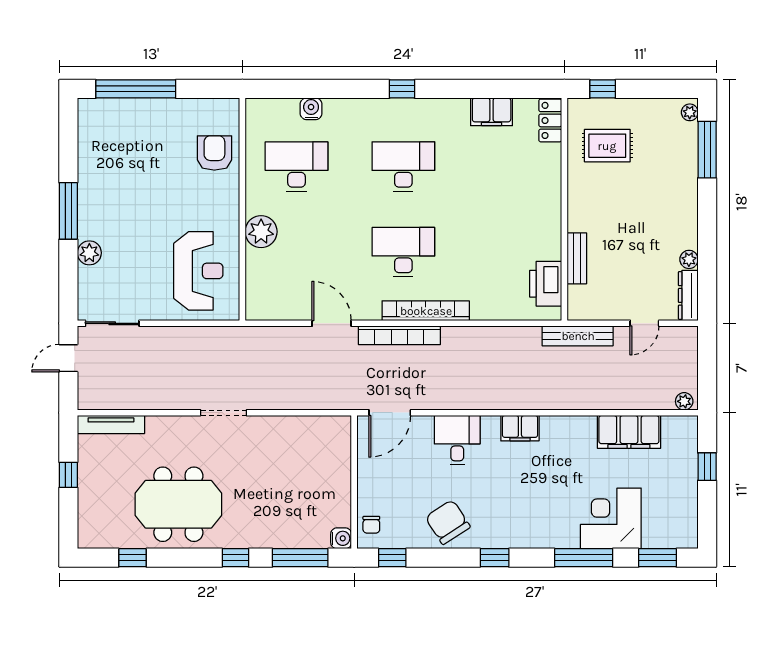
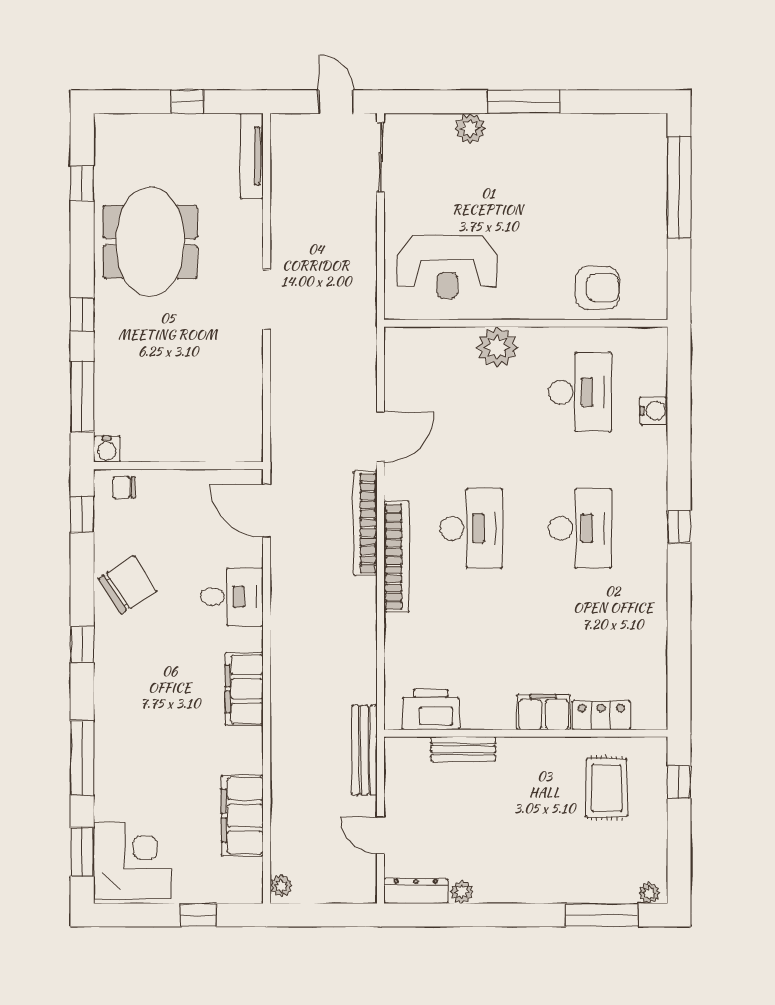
filing cabinet: (492, 112) -> (543, 712), moved, turned 90
locker: (550, 120) -> (601, 715), moved
filing cabinet: (520, 428) -> (244, 689), width x1.50, depth x1.17
corner desk: (611, 518) -> (132, 861), moved

